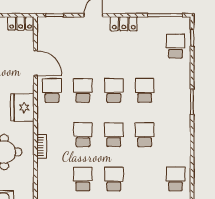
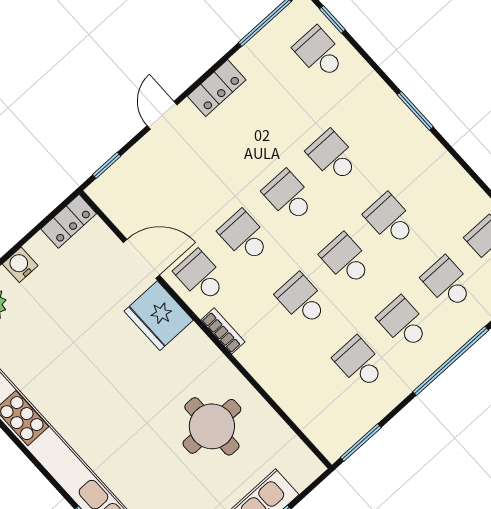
fridge: (22, 108) -> (159, 316), moved
bookcase: (42, 146) -> (223, 331), moved
school desk: (145, 179) -> (448, 283), added

